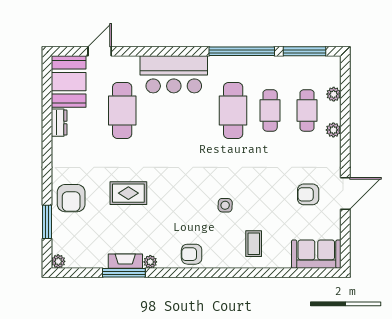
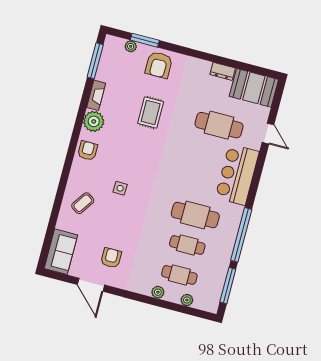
door: (100, 51) -> (268, 134), moved
door: (345, 194) -> (91, 285), moved
armchair: (71, 198) -> (159, 65), turned -90
coffee table: (254, 244) -> (83, 203), turned -56
plant: (58, 261) -> (131, 46), moved
plant: (150, 262) -> (94, 121), width x1.88, depth x1.88
window: (124, 273) -> (95, 61), moved

